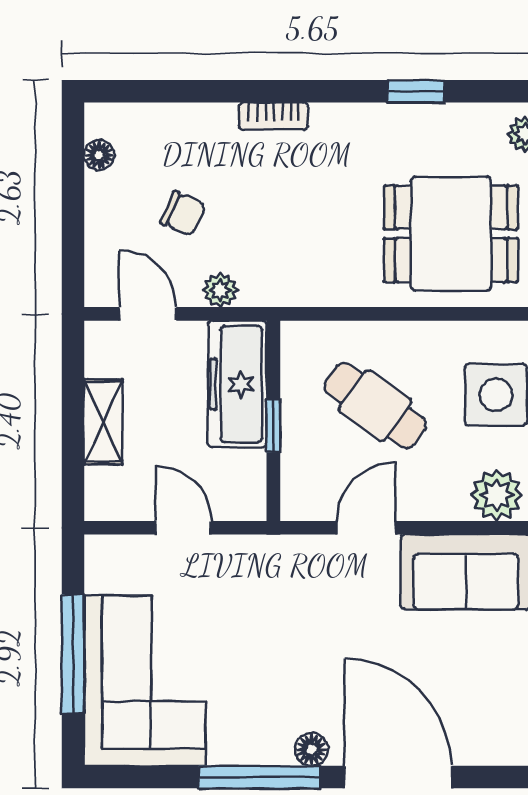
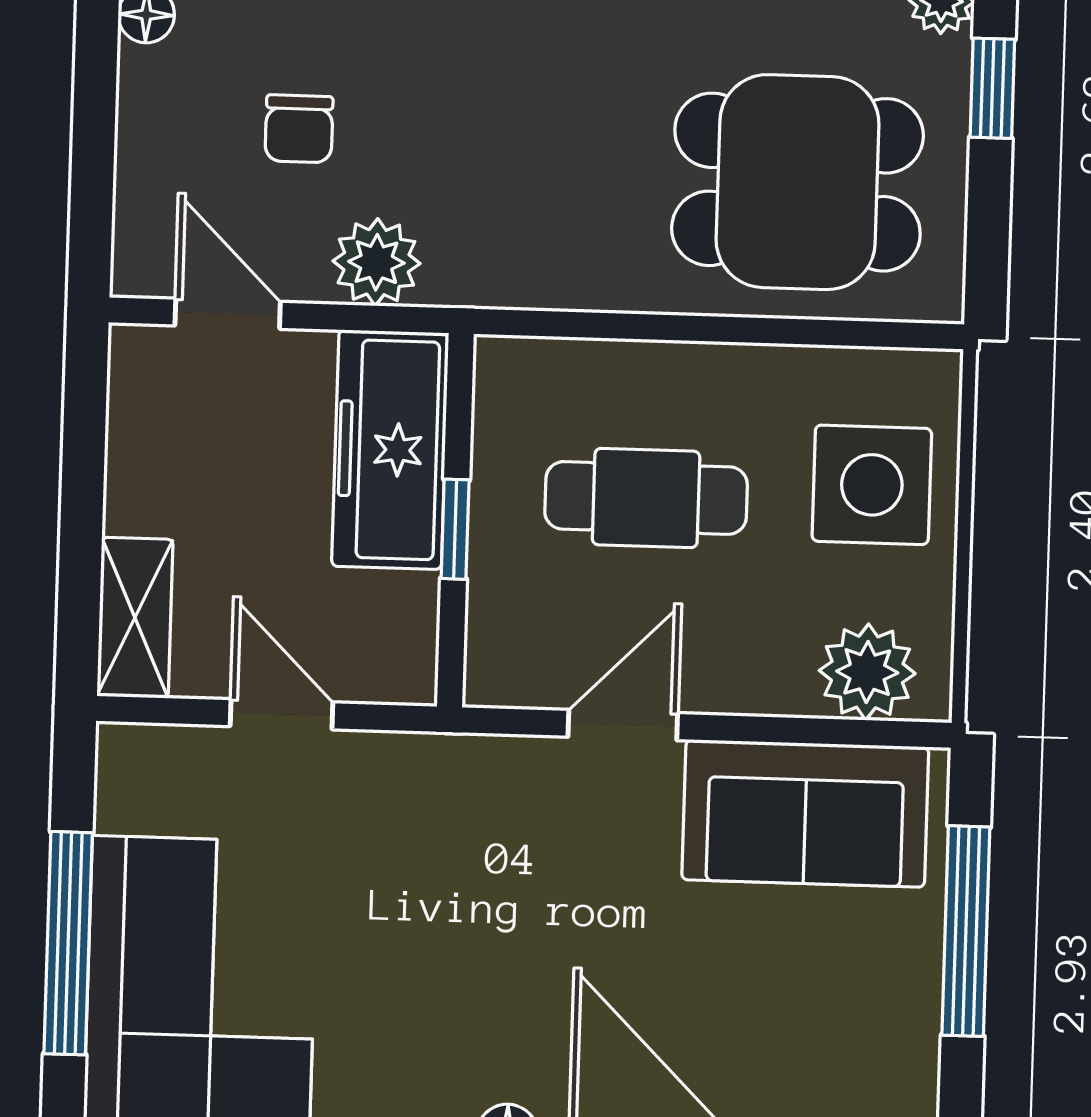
chair: (183, 214) -> (299, 129), turned 67
plant: (220, 290) -> (376, 262), width x1.38, depth x1.38
cafe table: (375, 406) -> (646, 498), turned -36
shelving: (103, 422) -> (135, 618), moved

